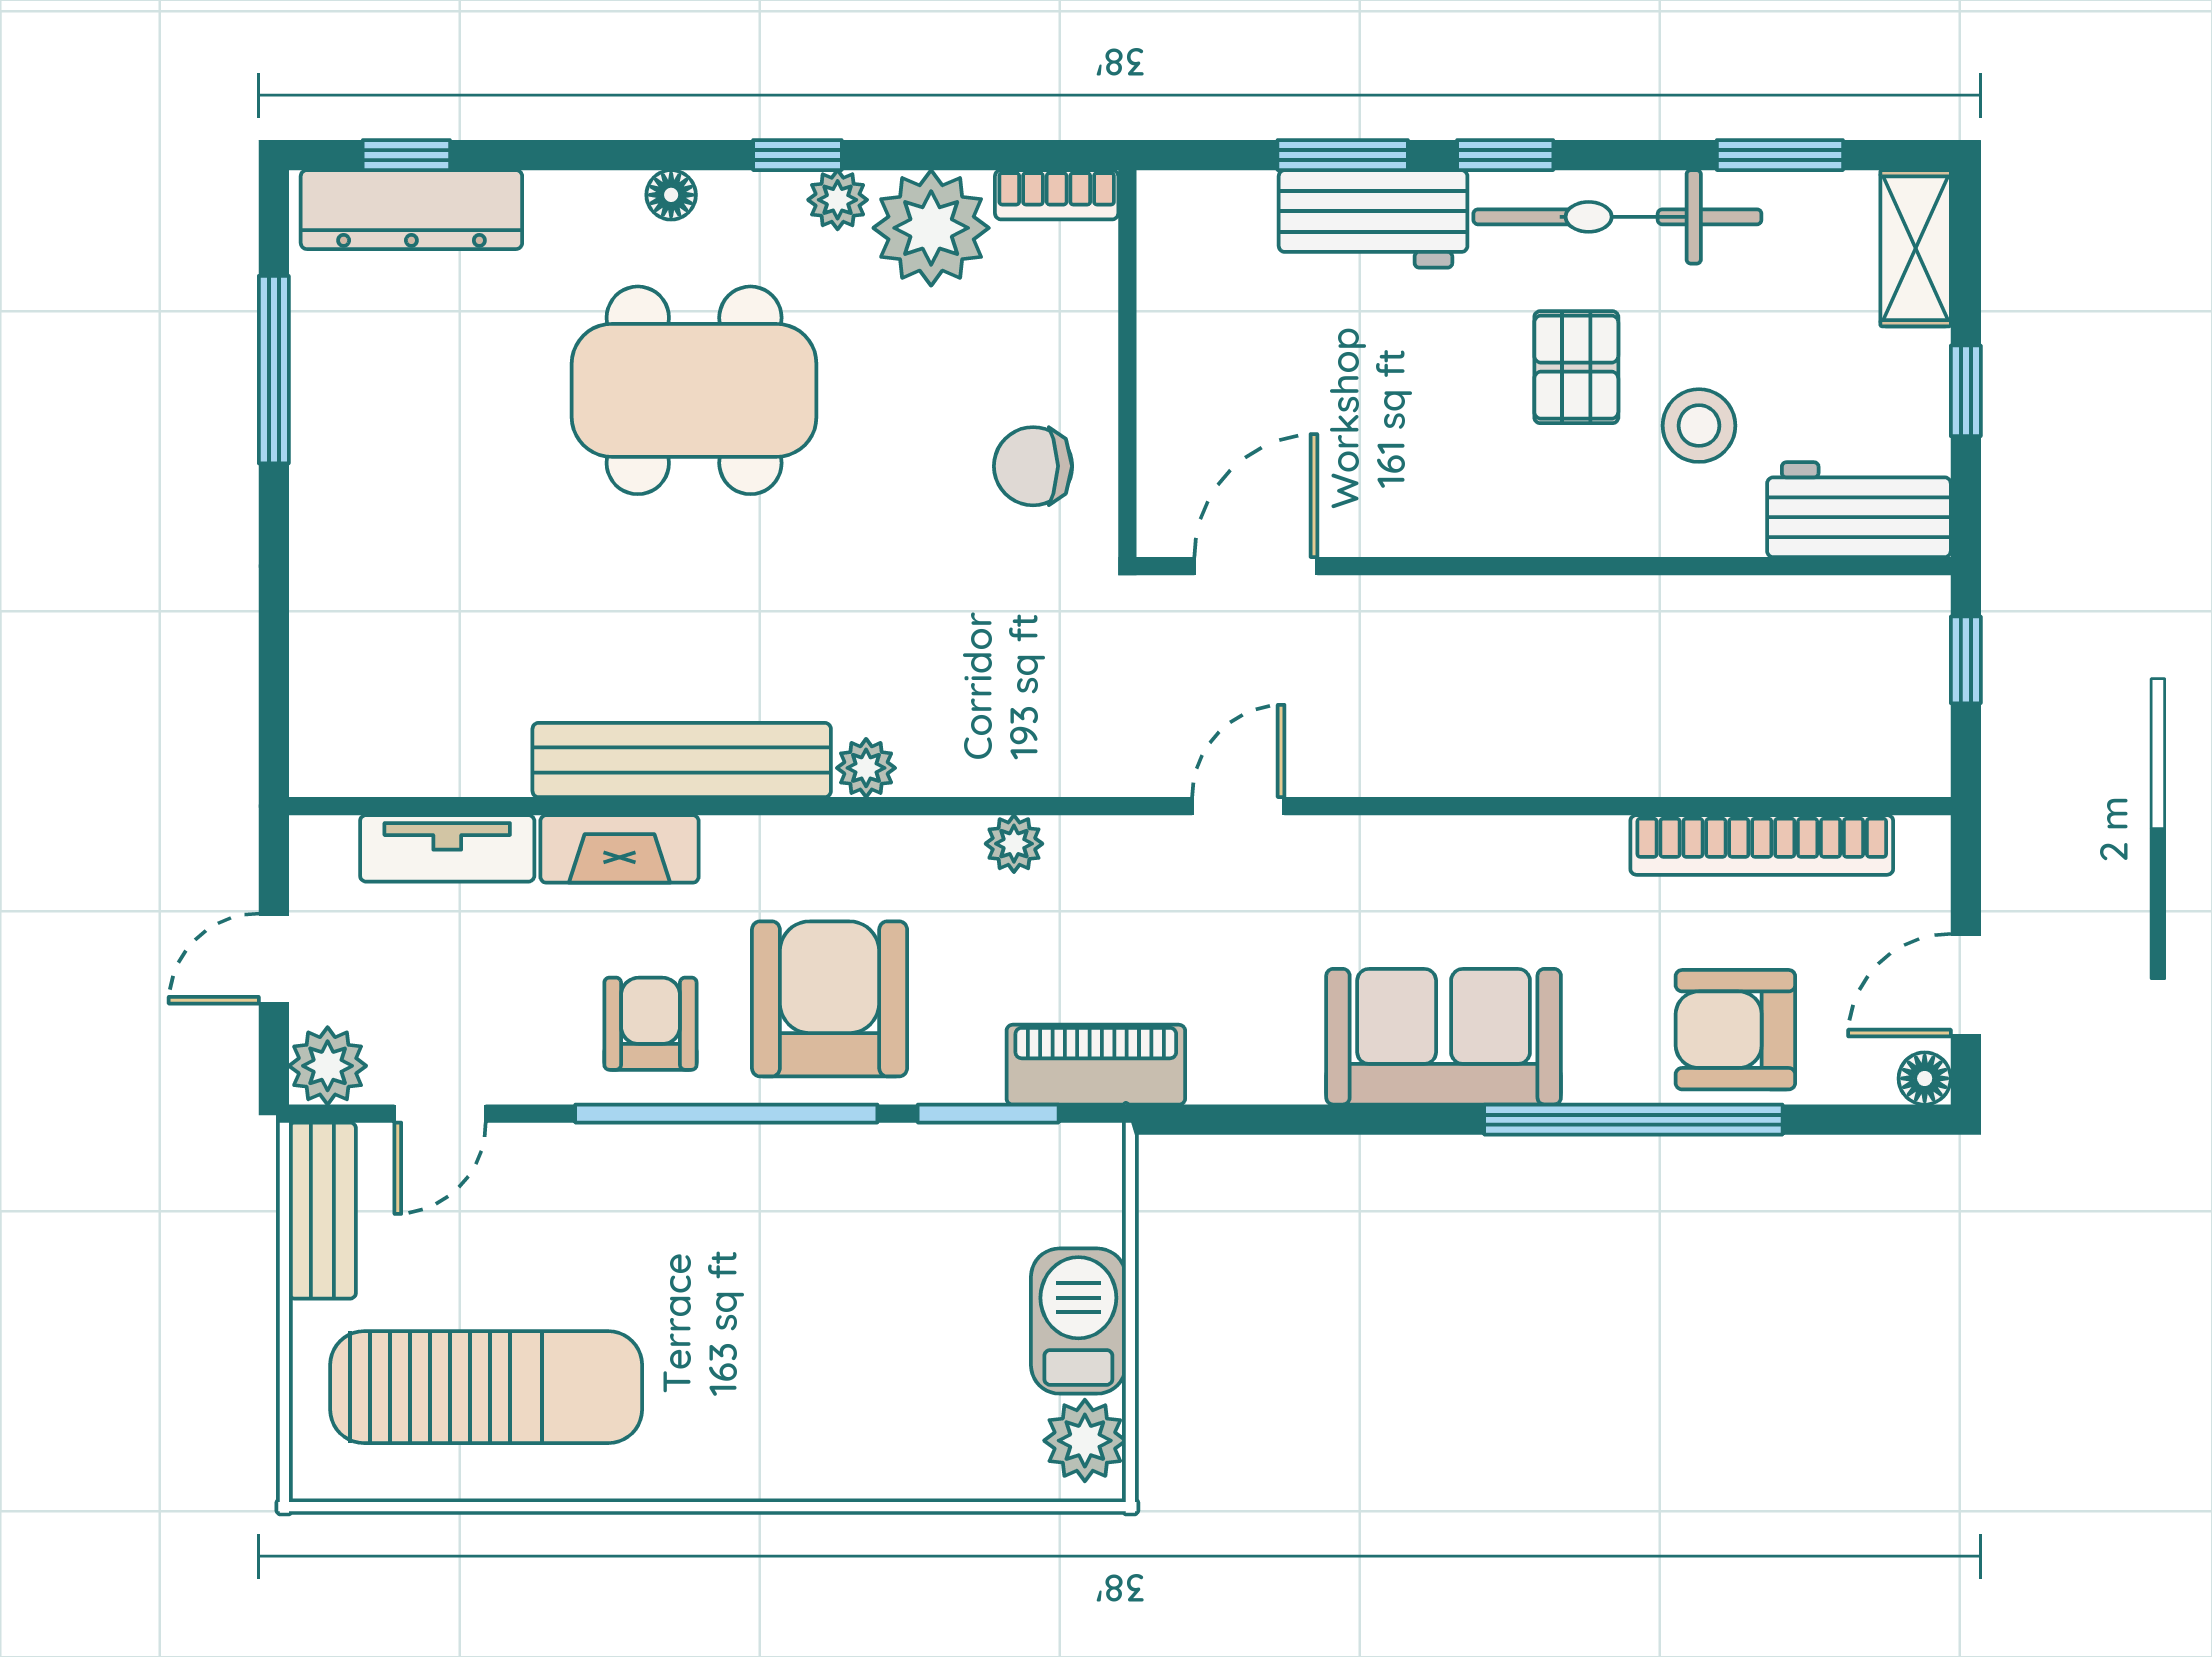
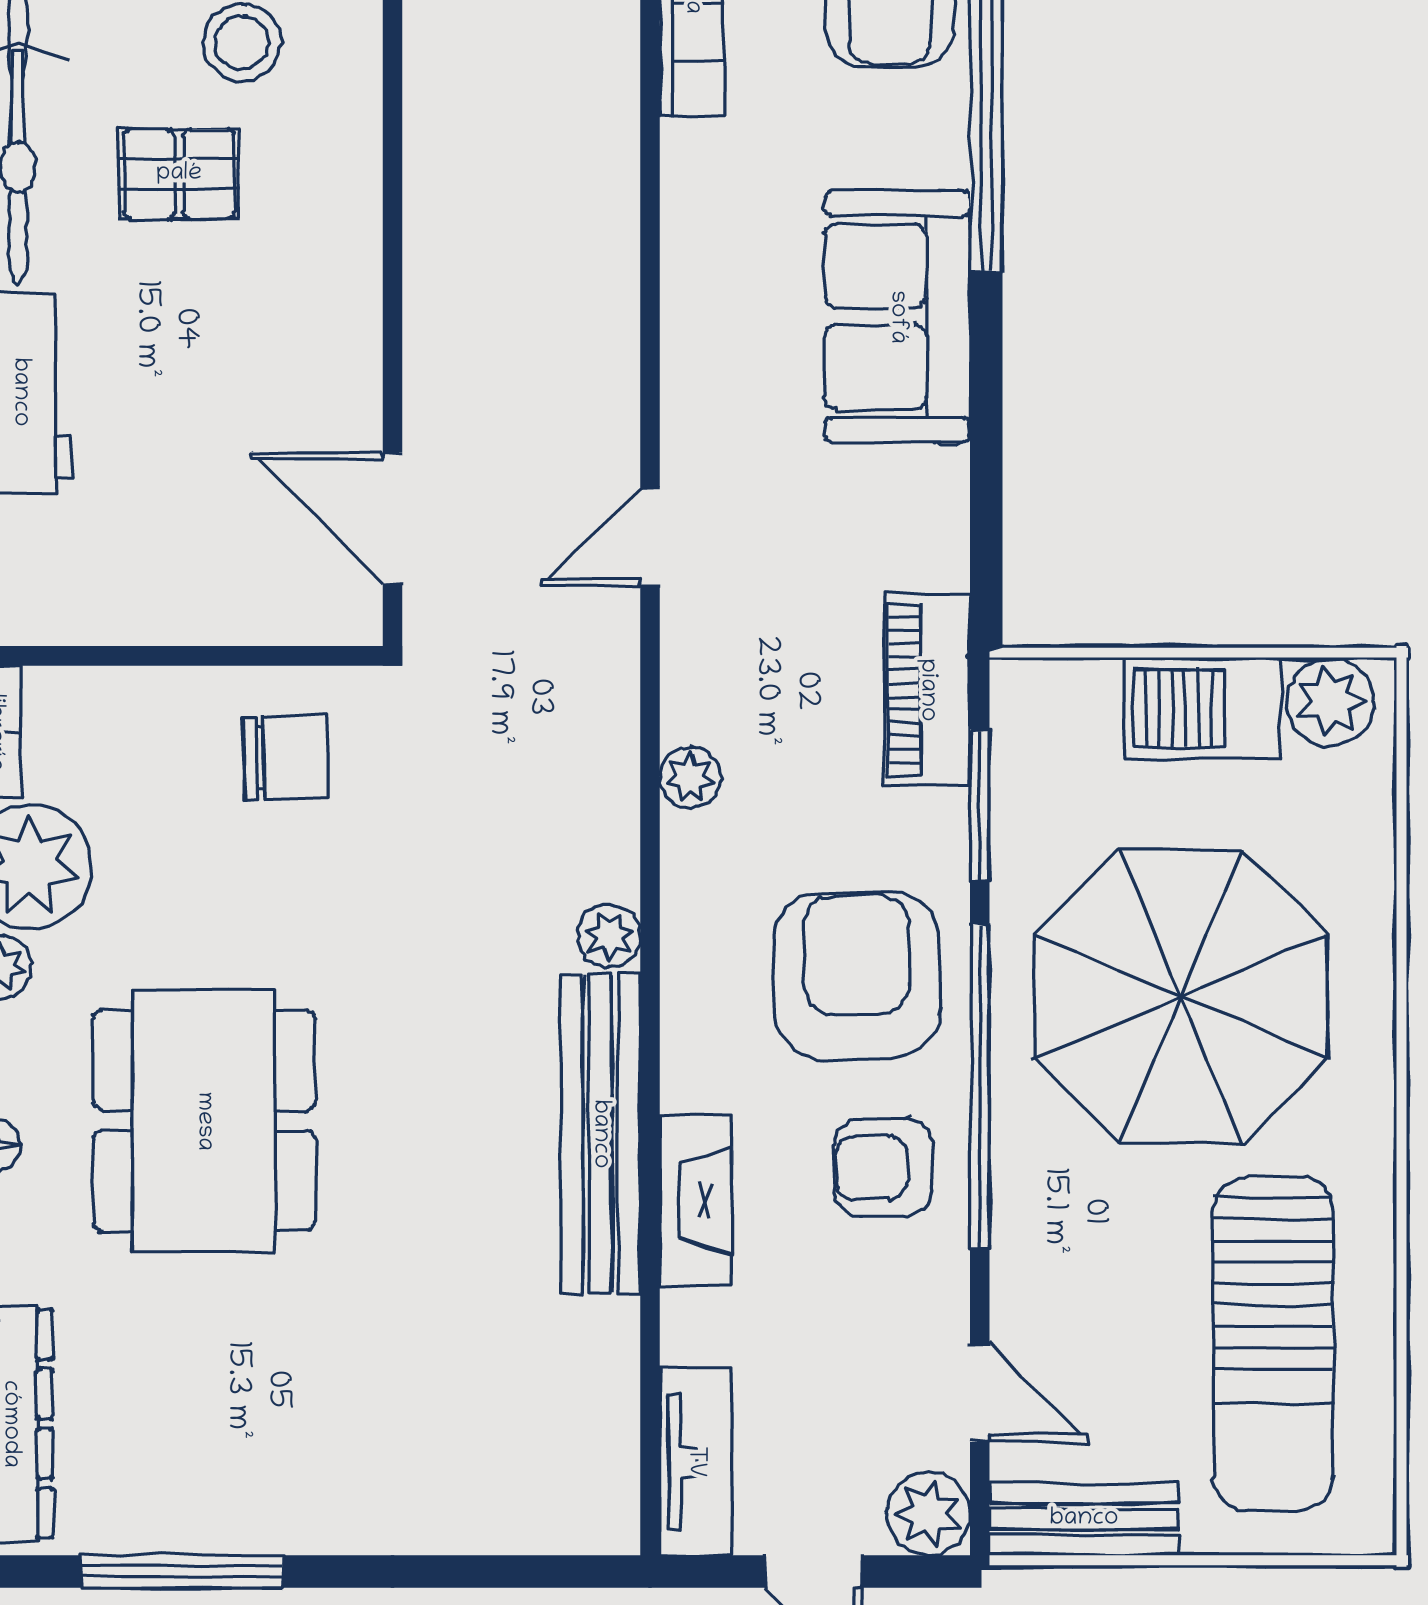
chair: (1033, 466) -> (285, 757), turned -92
door: (1238, 806) -> (650, 537), hinge flipped
tv unit: (447, 848) -> (695, 1462), moved
armchair: (830, 999) -> (857, 975), turned 89
parasol: (810, 1301) -> (1181, 996), added
sun lounger: (486, 1387) -> (1273, 1344), turned 180

